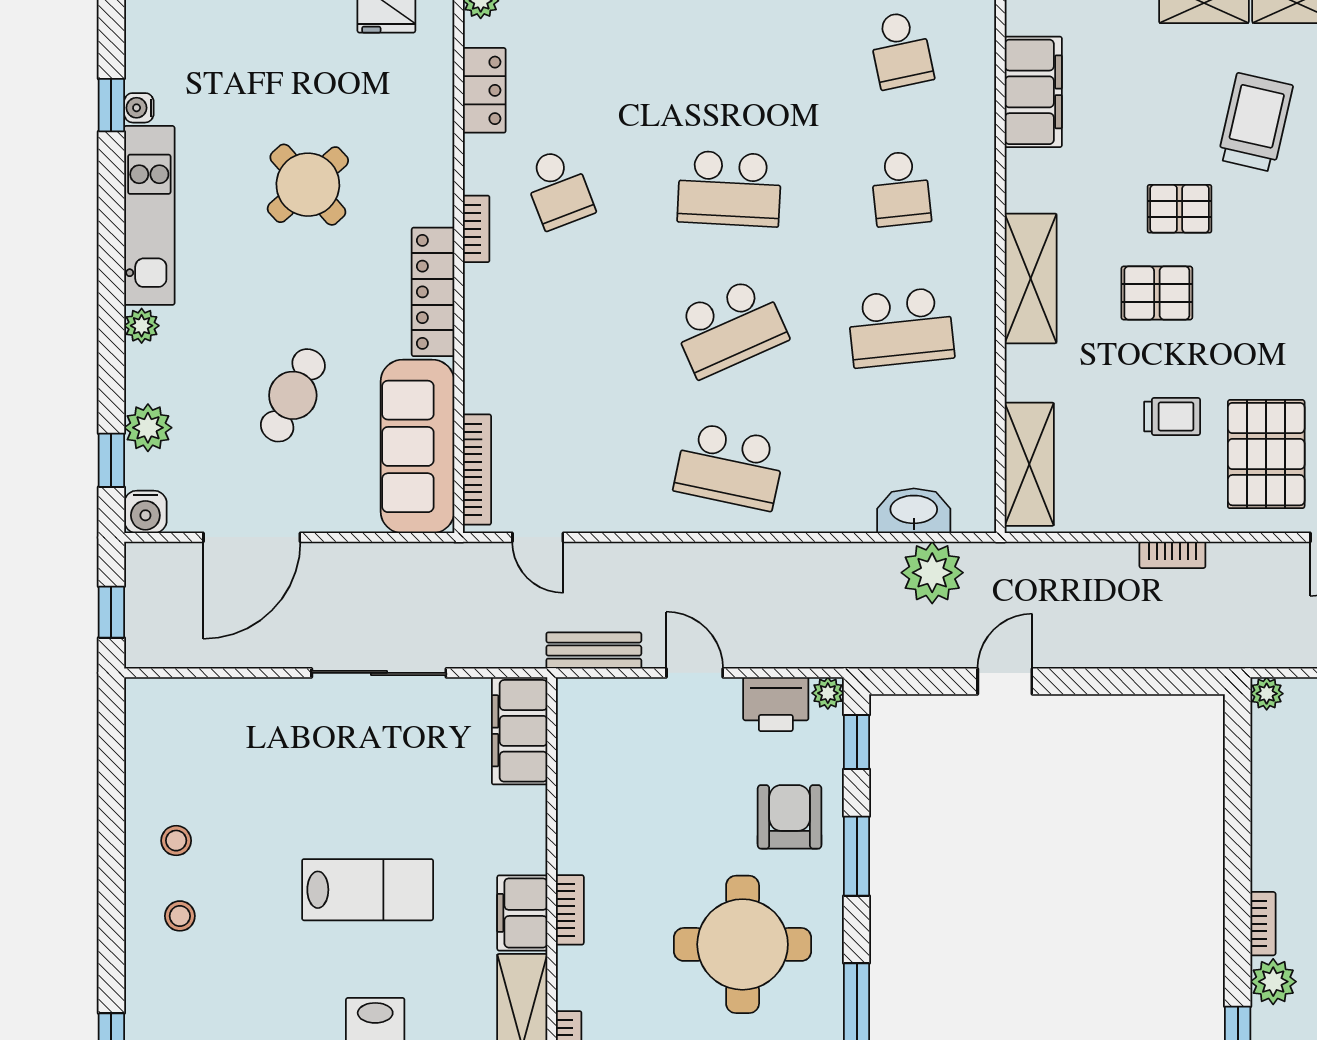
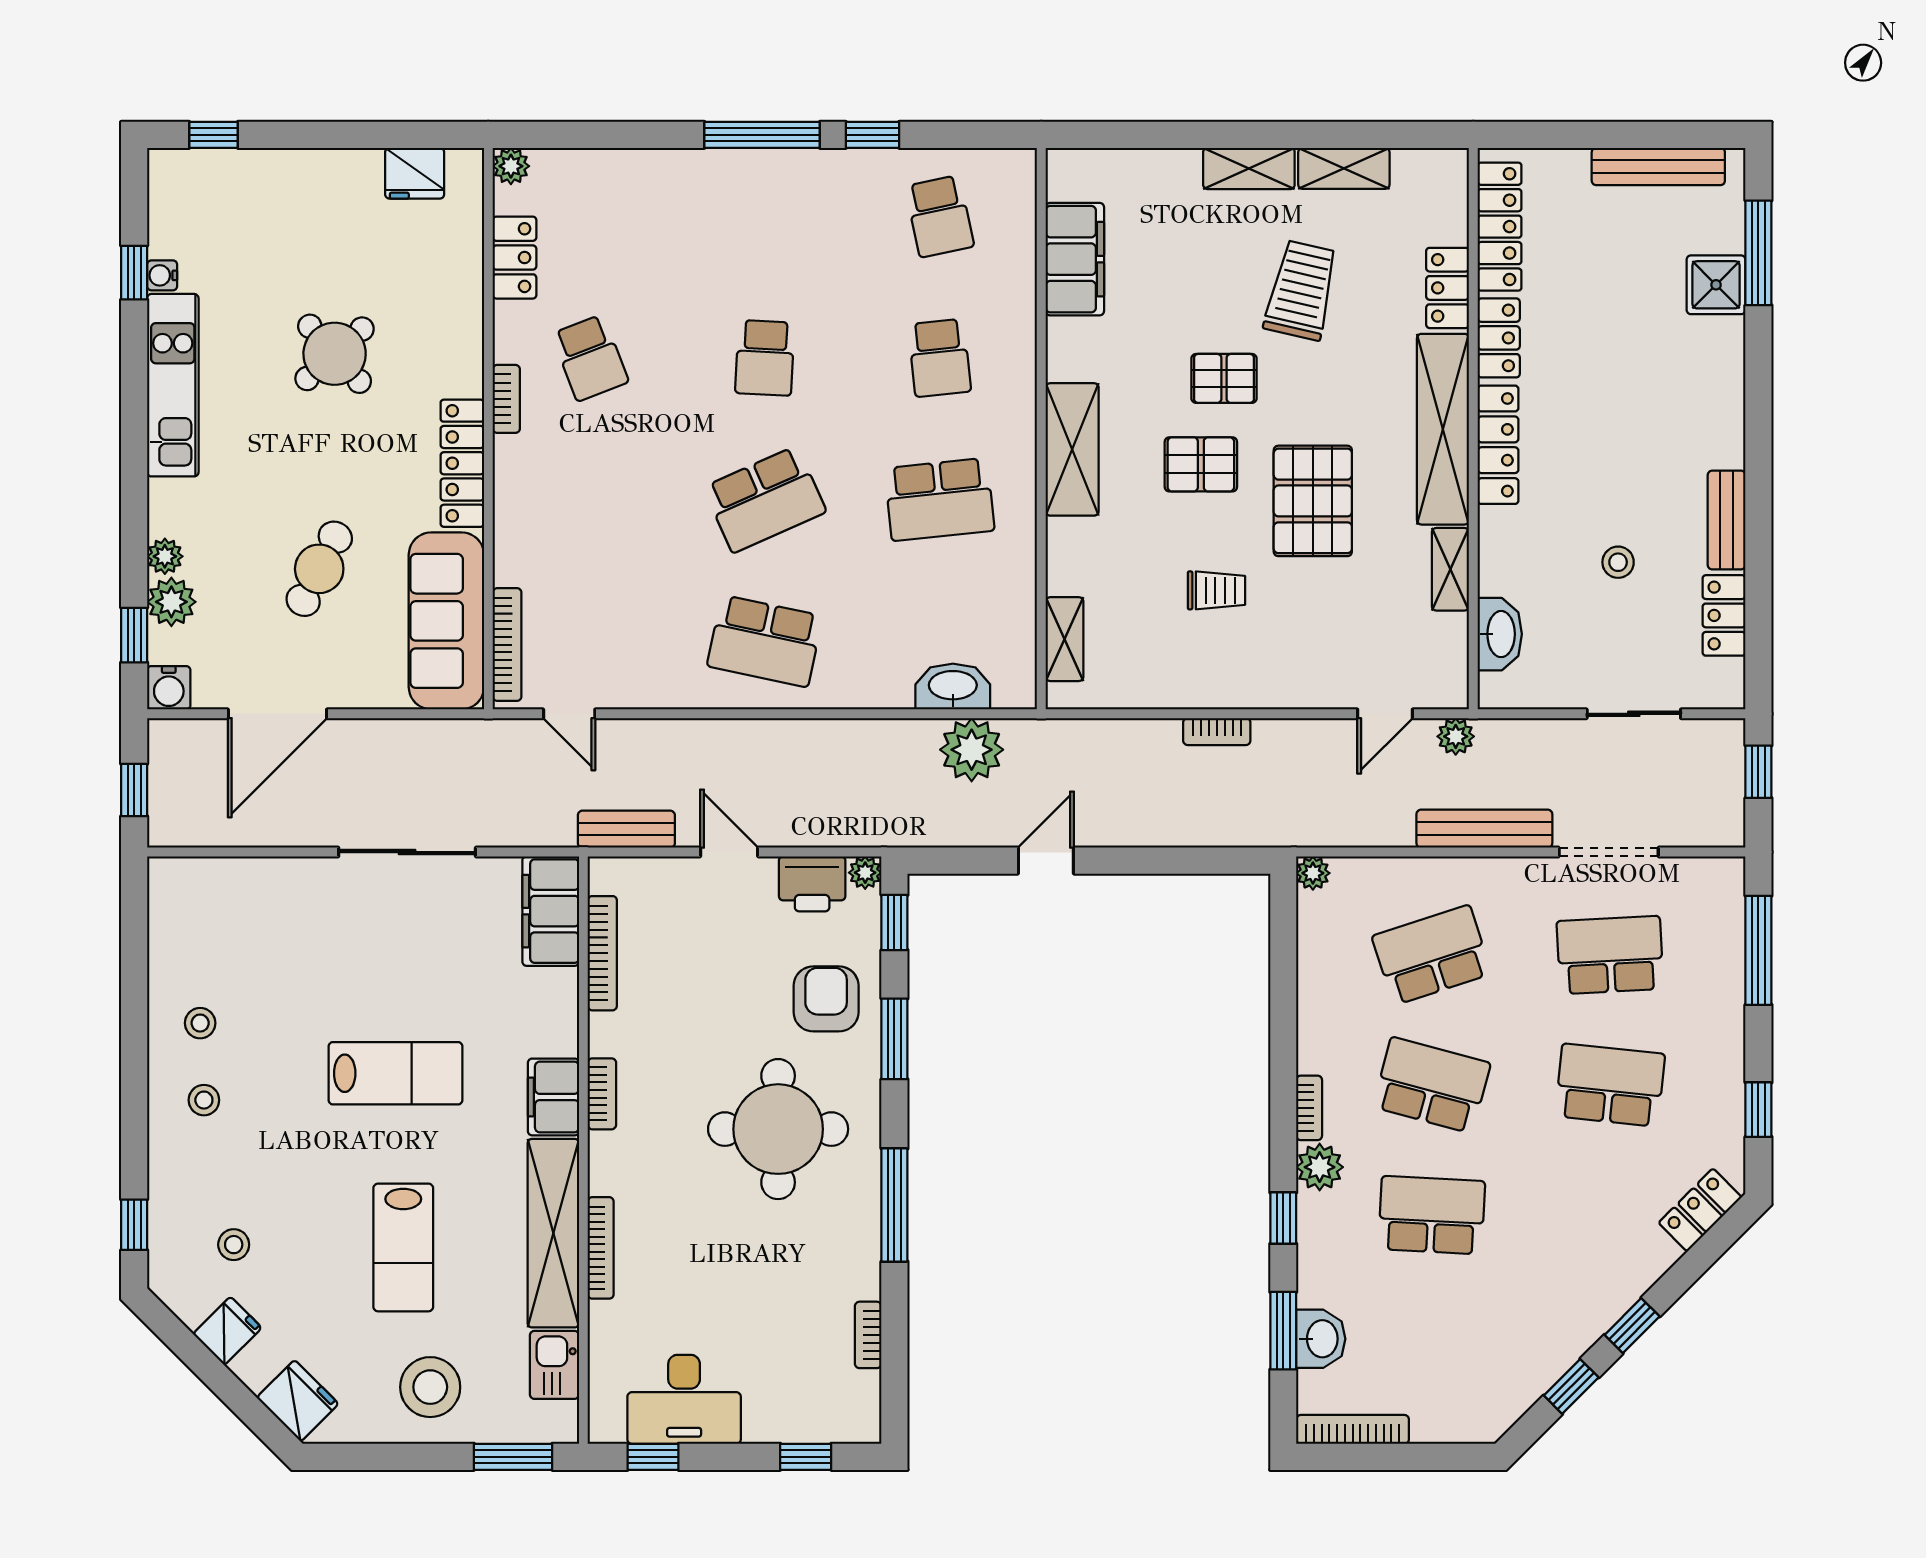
school desk: (730, 189) -> (765, 358), width x0.54
plant: (142, 326) -> (165, 556), moved
pallet: (1266, 454) -> (1313, 501), moved
shelving: (1029, 464) -> (1064, 639), width x0.67, depth x0.75
bookcase: (570, 772) -> (602, 953), added

